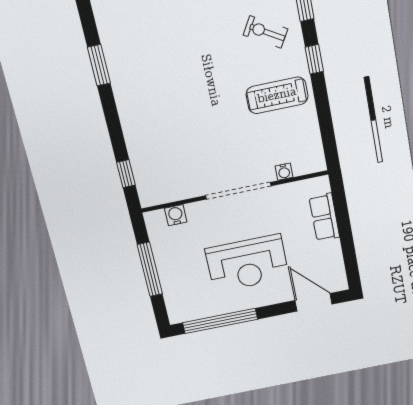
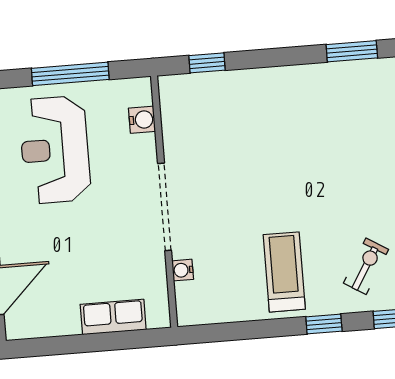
reception desk: (247, 263) -> (55, 150), moved

